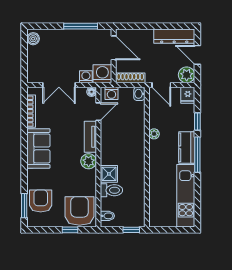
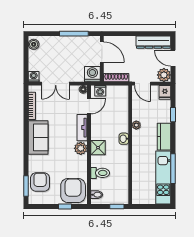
washing machine: (86, 77) -> (34, 77), moved
washbasin: (139, 94) -> (124, 139), moved
window: (197, 155) -> (173, 169), moved
shower: (109, 174) -> (98, 148), moved

